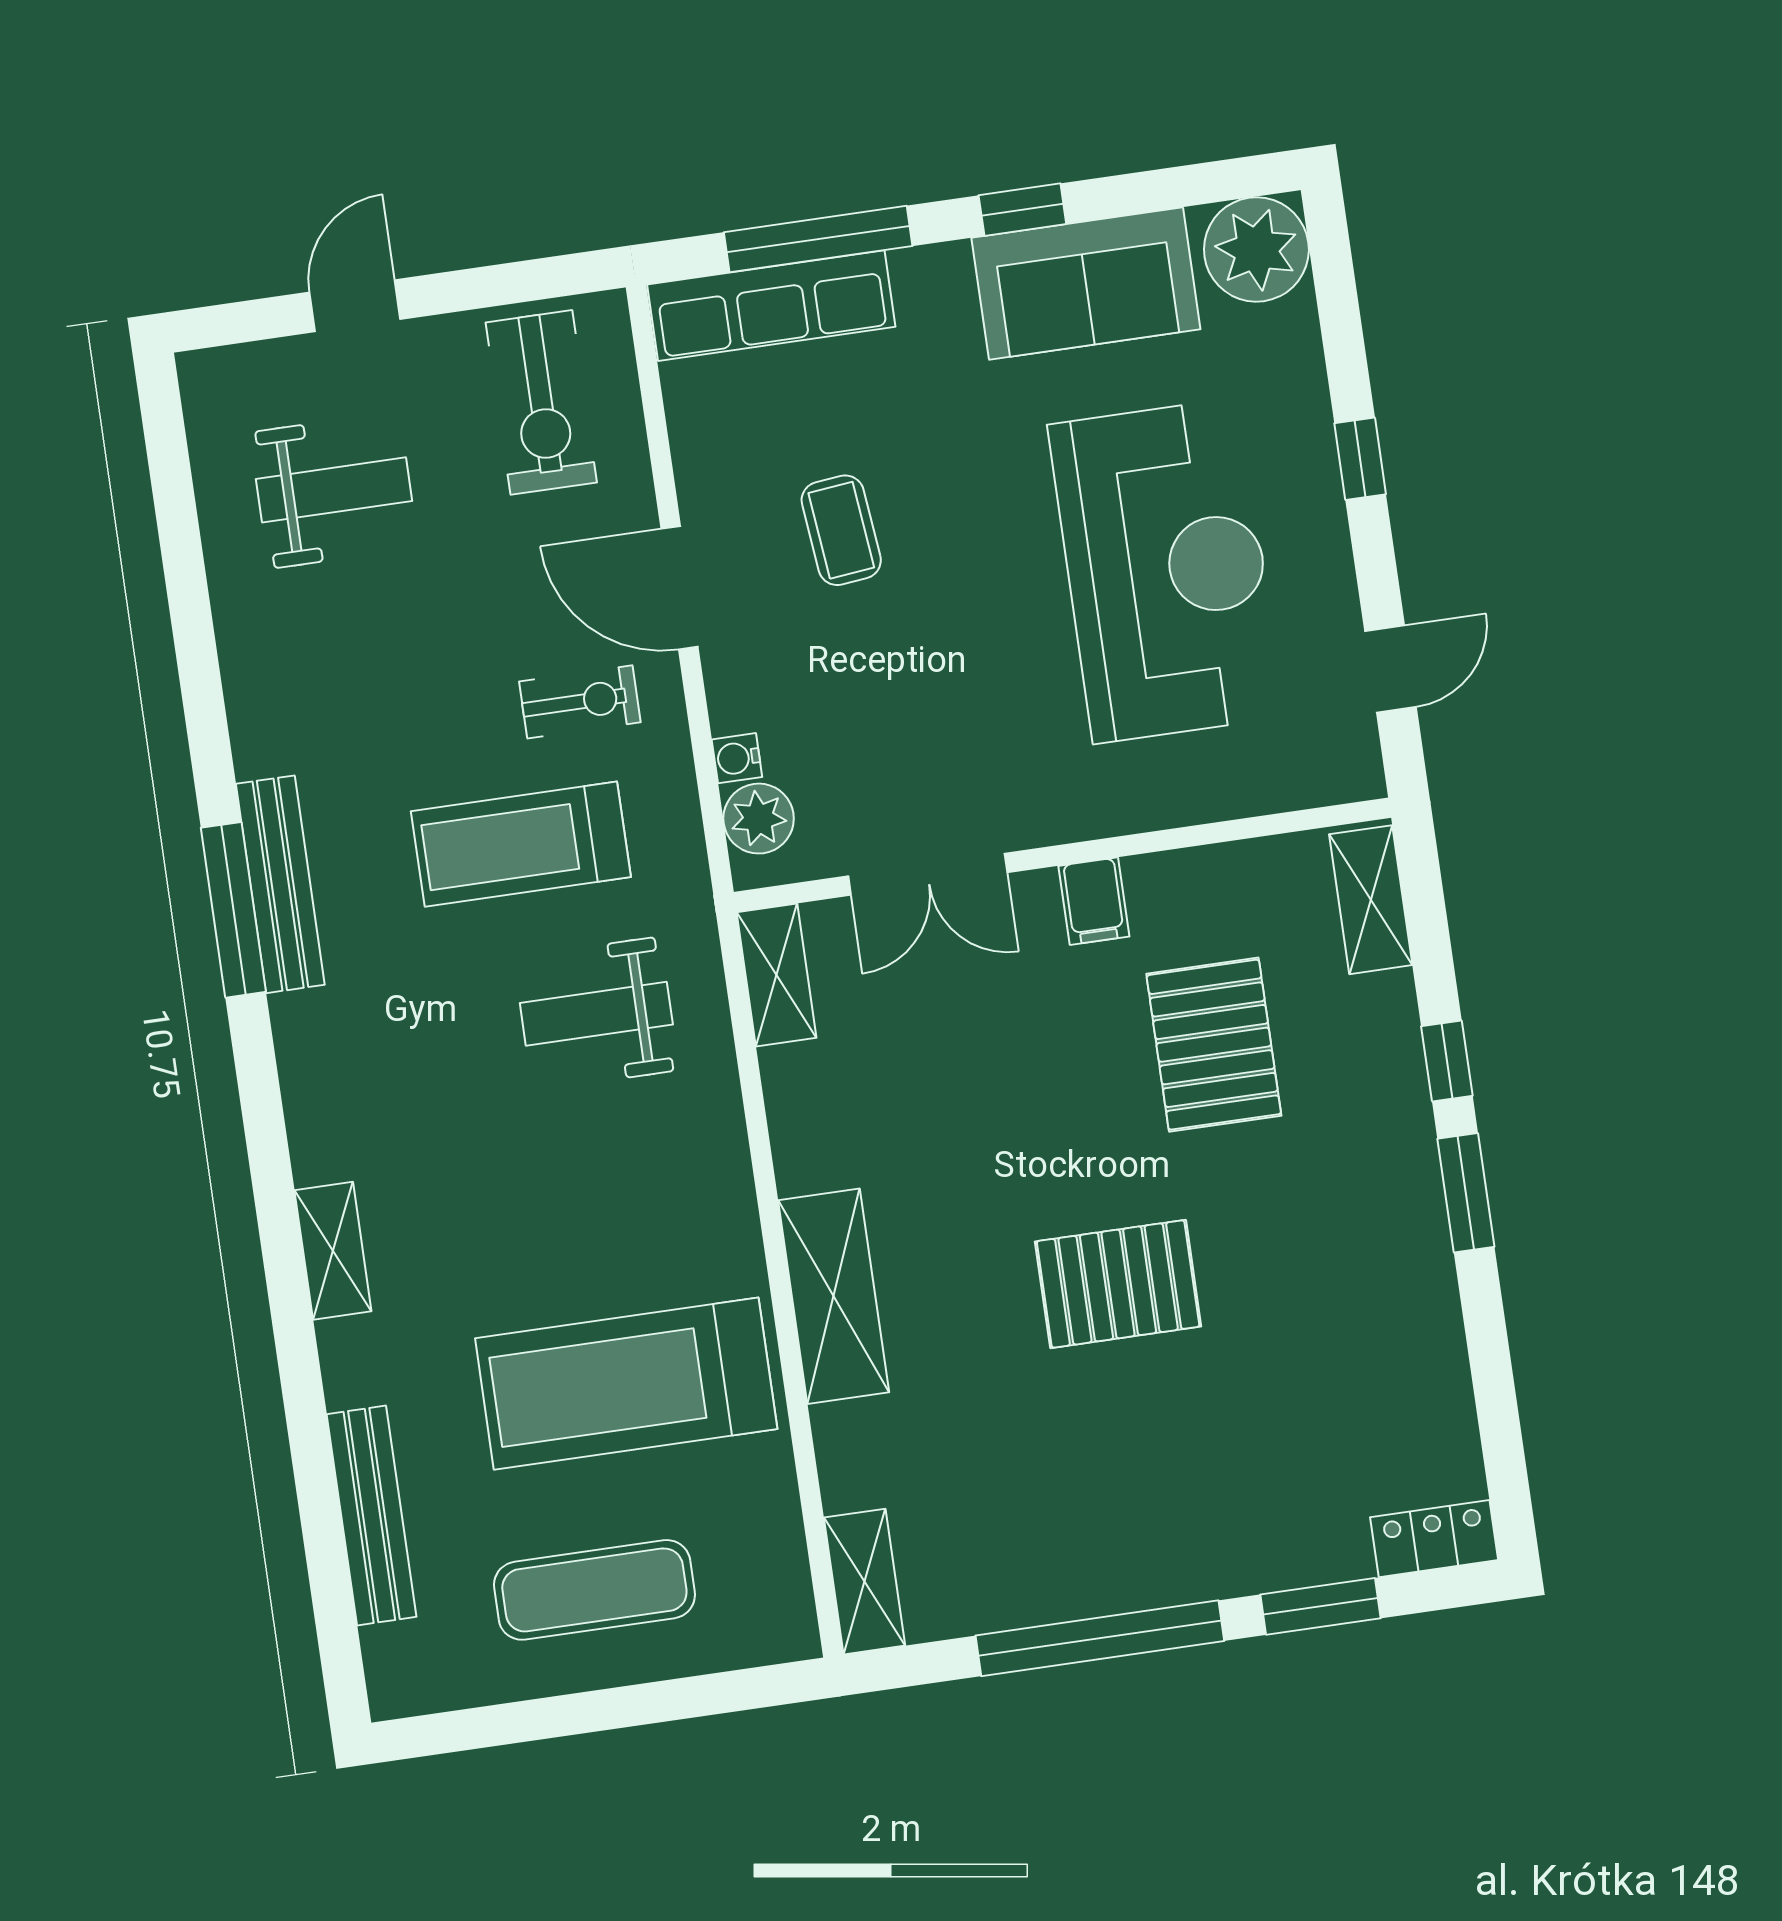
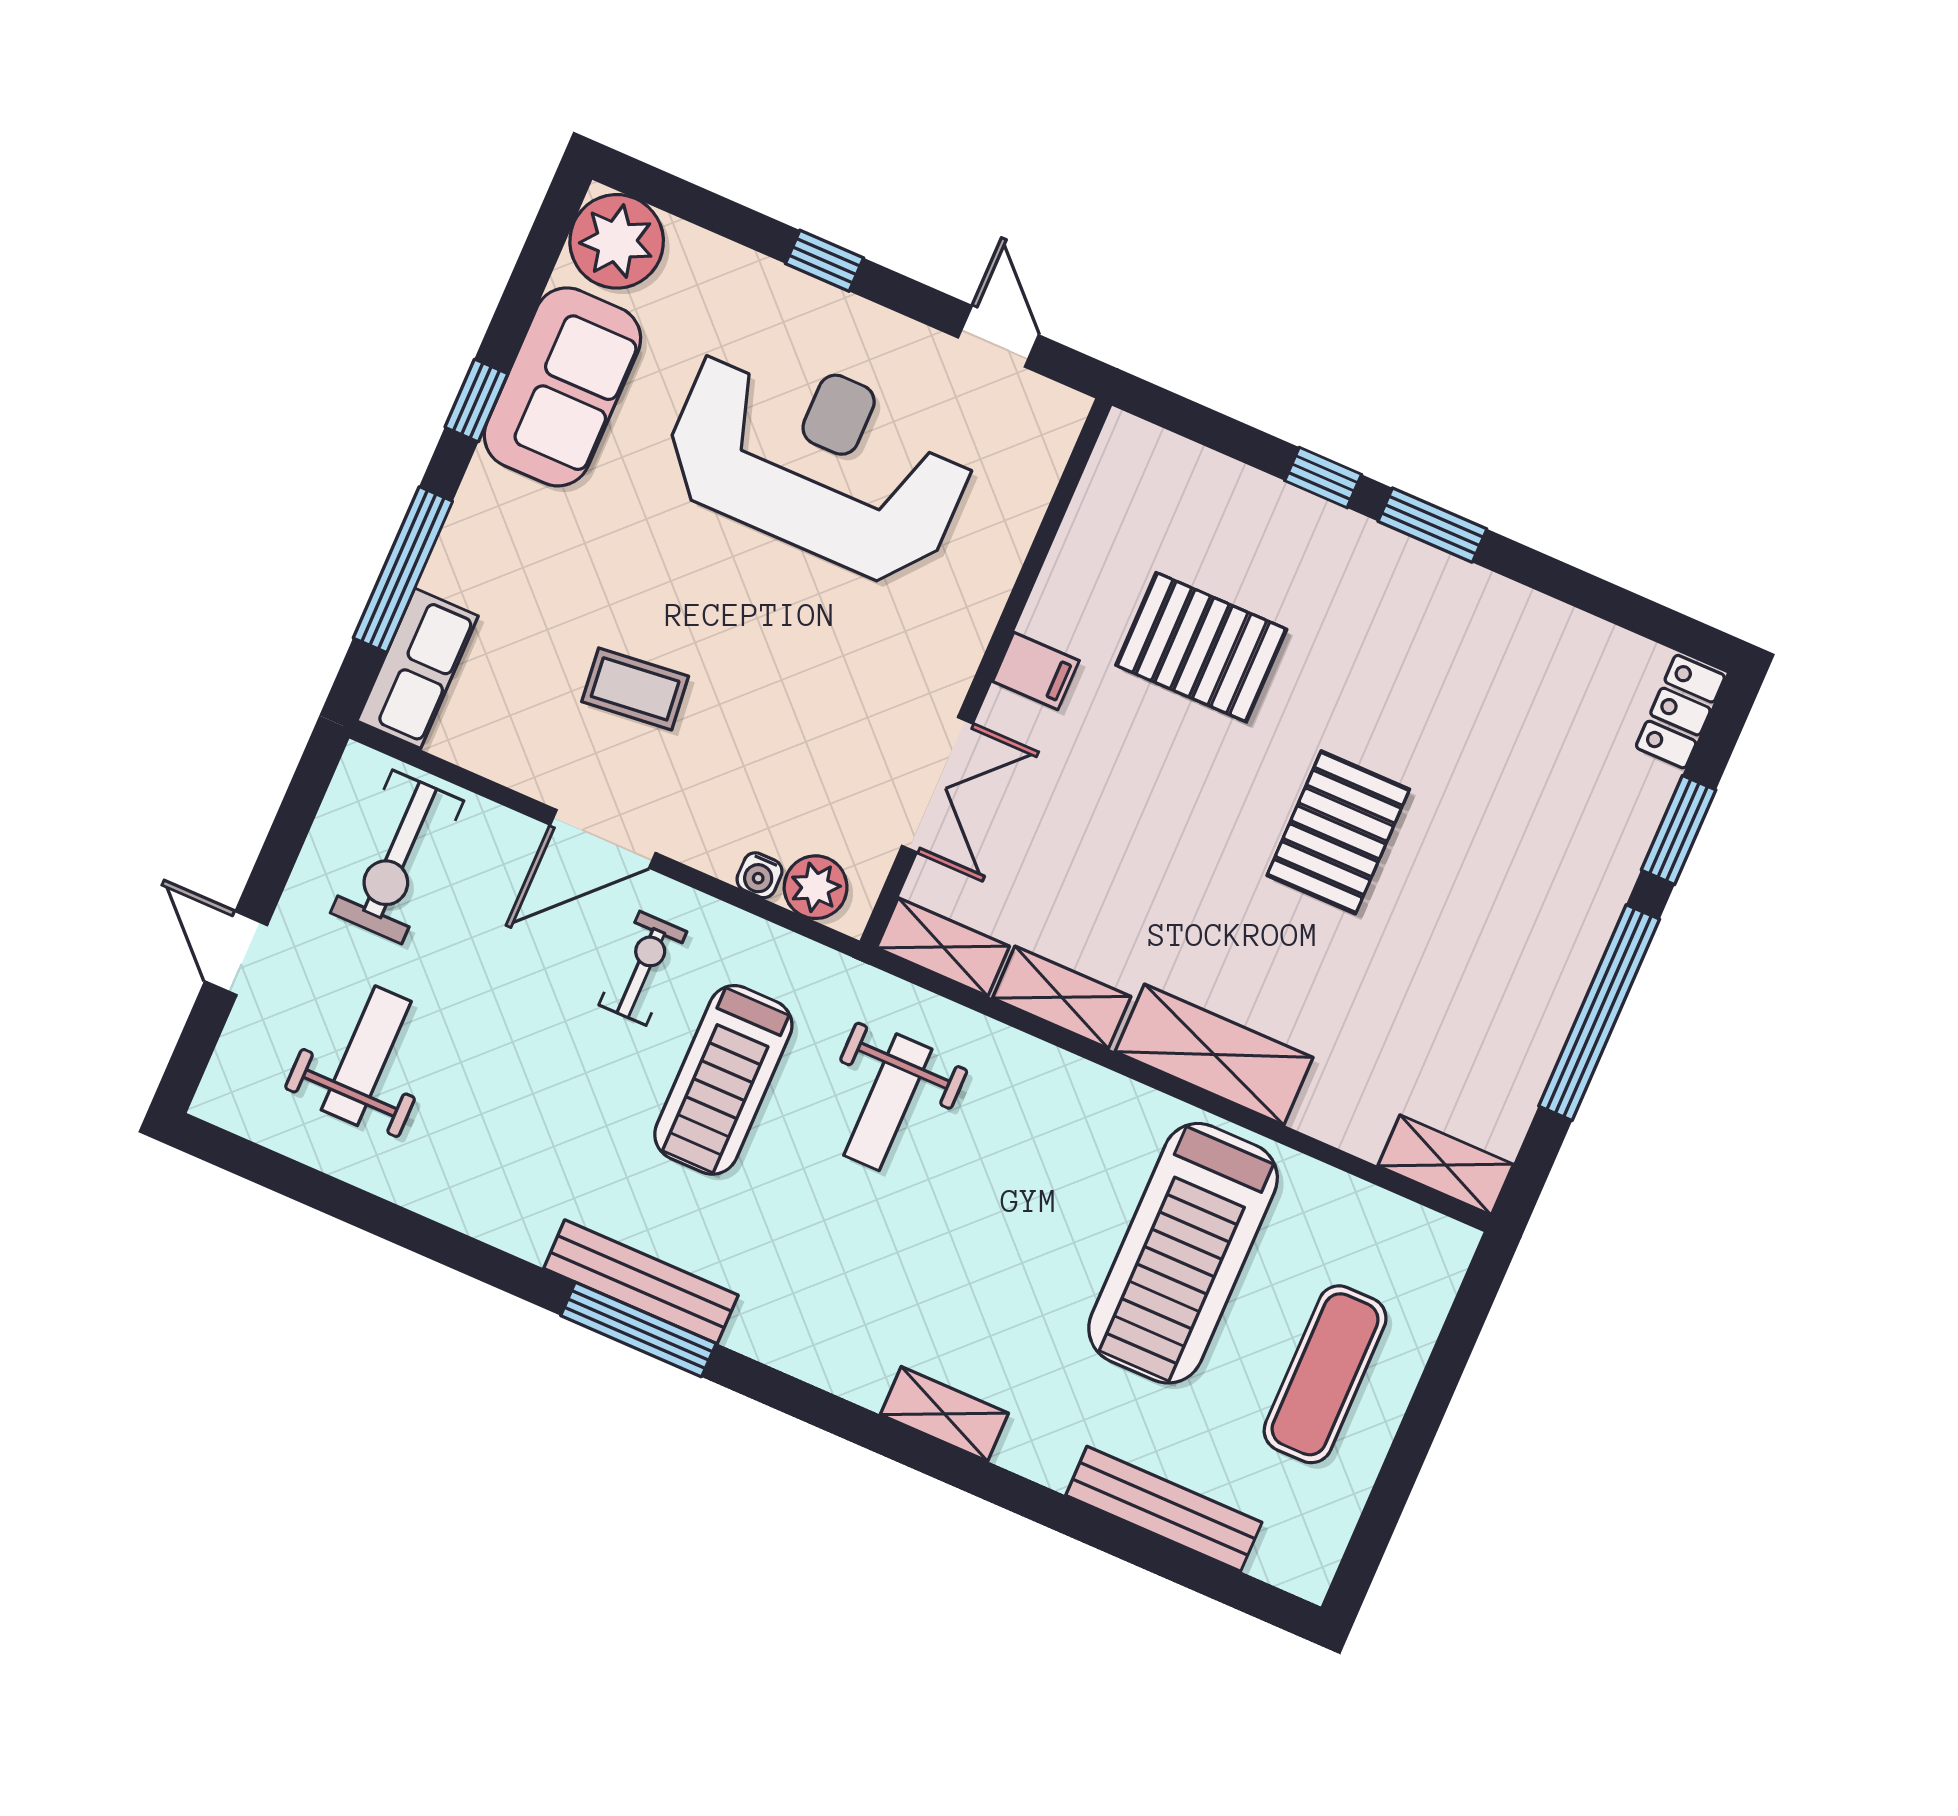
row of seats: (771, 306) -> (418, 668), width x0.68
exercise bike: (541, 402) -> (397, 857), turned 90
shelving: (1371, 900) -> (1062, 997), moved

